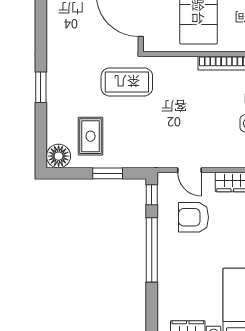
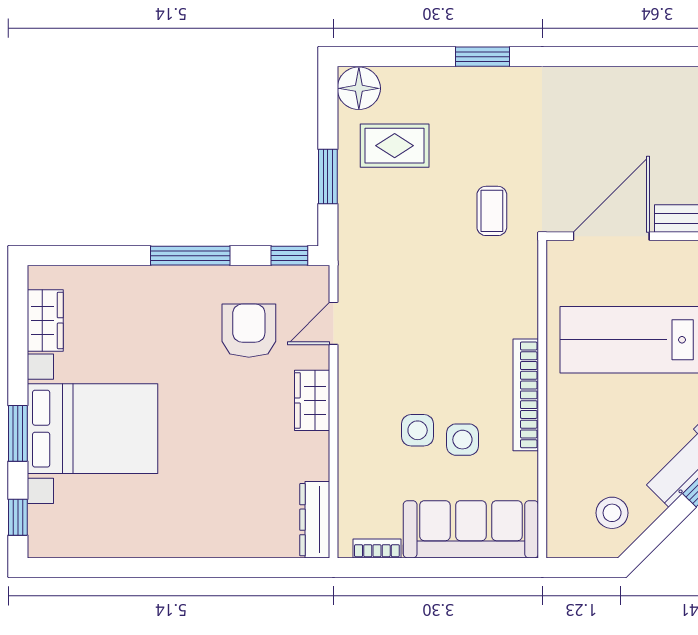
coffee table: (127, 82) -> (492, 211), width x0.54, depth x0.58
window: (152, 250) -> (190, 256), width x0.68

